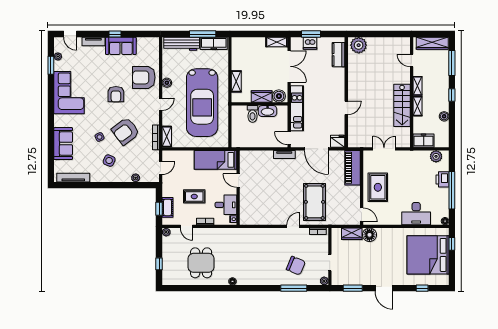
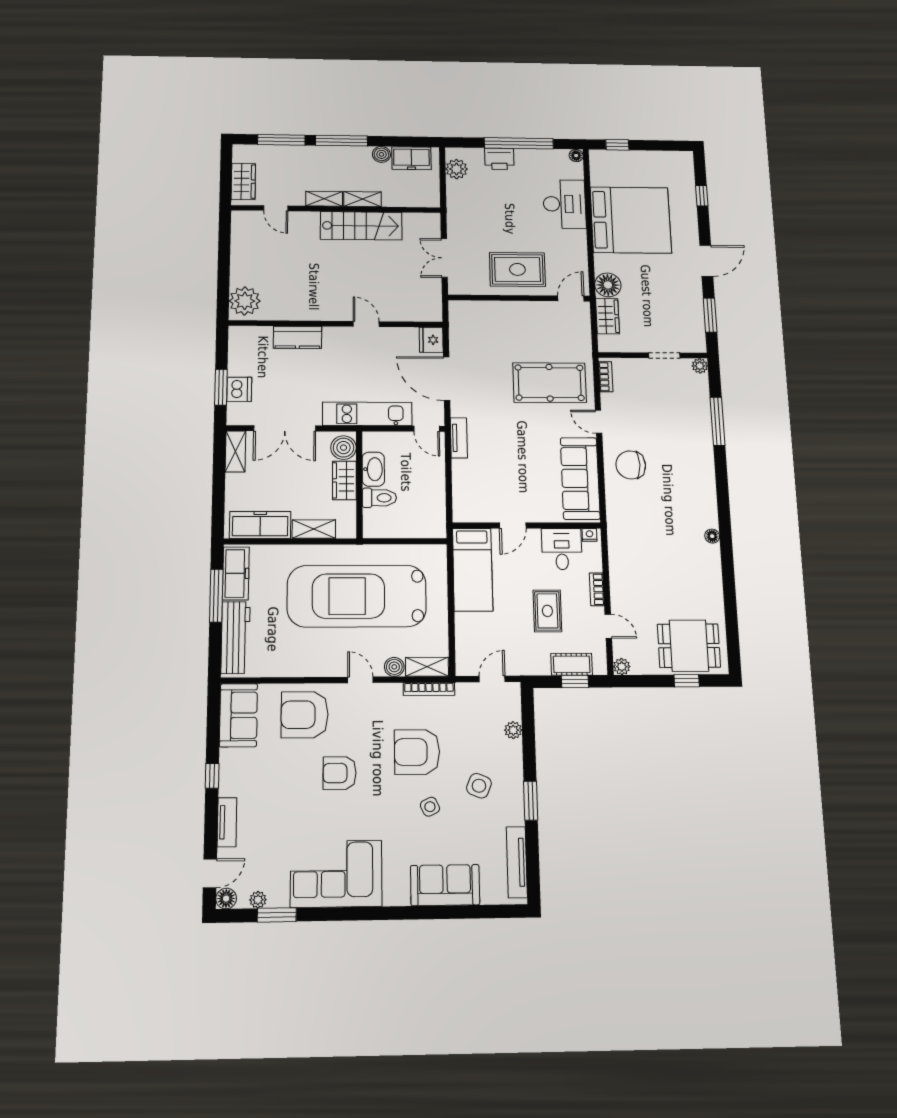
floor lamp: (59, 42) -> (226, 899), added
wardrobe: (432, 43) -> (243, 182), width x0.67
sofa: (121, 46) -> (238, 715), moved
freezer: (238, 55) -> (260, 525), added
kitchen counter: (339, 55) -> (297, 337), moved
door: (412, 60) -> (276, 208), hinge flipped
double door: (289, 66) -> (285, 428), swing flipped
armchair: (144, 77) -> (305, 715), turned 90
boiler: (167, 83) -> (394, 667), moved
armchair: (116, 94) -> (340, 773), turned 180
window: (452, 95) -> (341, 141), width x2.17
car: (202, 103) -> (357, 596), turned 180
armchair: (125, 131) -> (417, 752), turned 127
door: (289, 138) -> (427, 429), hinge flipped
freezer: (424, 141) -> (411, 158), moved, turned -90
door: (316, 149) -> (447, 379), swing flipped
door: (161, 168) -> (492, 679), hinge flipped
piano: (352, 168) -> (482, 314), removed
window: (102, 185) -> (531, 801), added
sofa: (263, 216) -> (580, 478), added
door: (186, 226) -> (608, 626), hinge flipped
bed: (428, 255) -> (631, 220), moved, turned -90
dining table: (201, 263) -> (689, 646), moved
chair: (296, 266) -> (631, 465), moved, turned -113

